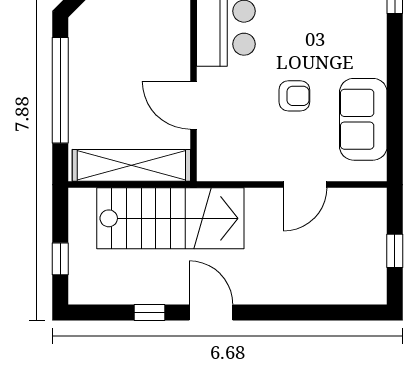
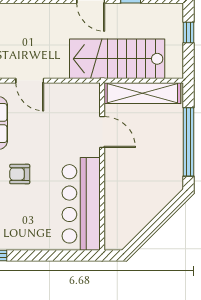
armchair: (294, 96) -> (20, 174), moved
door: (305, 185) -> (30, 81), swing flipped

